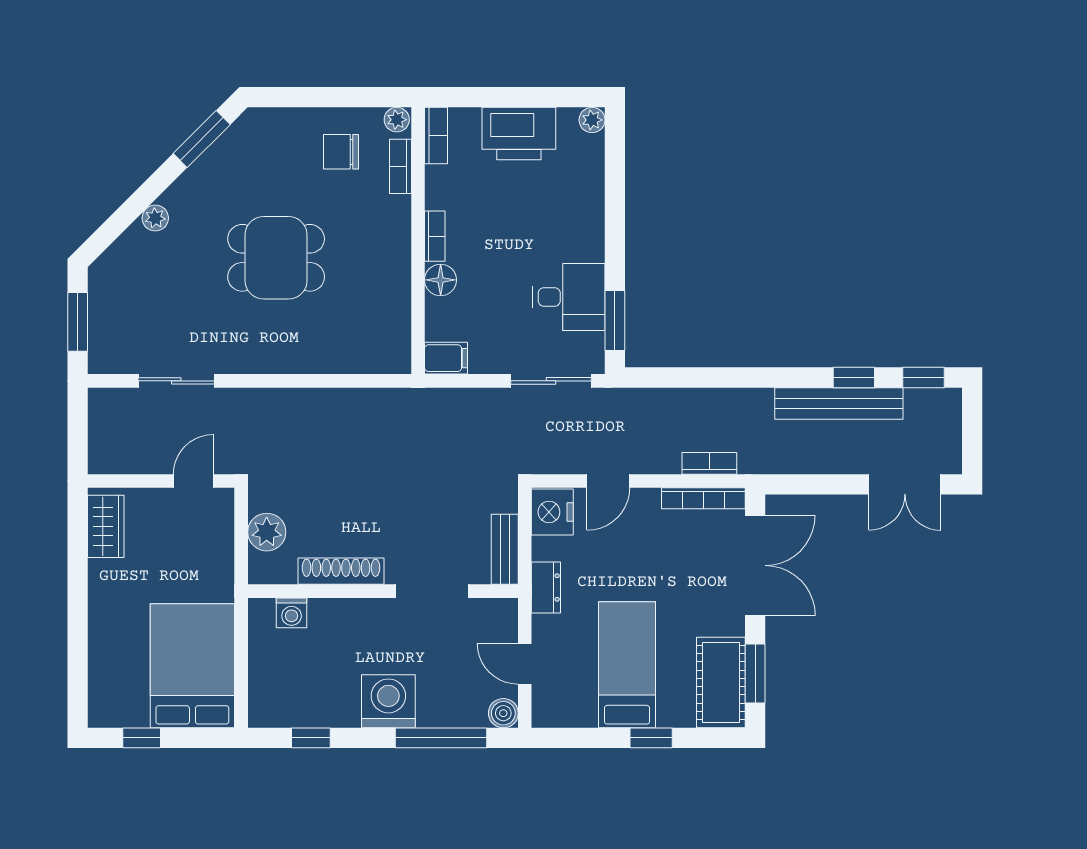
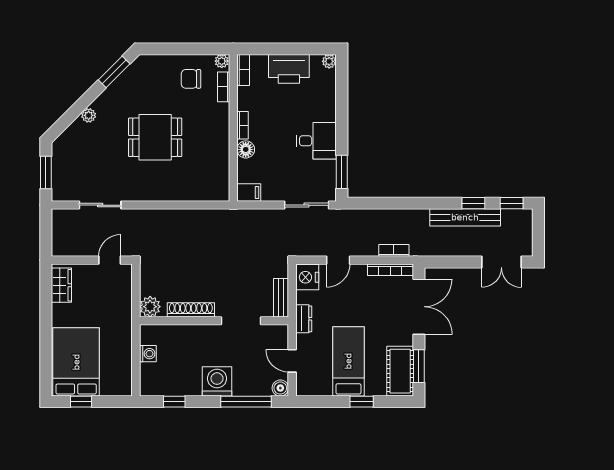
desk: (569, 297) -> (316, 141), moved
plant: (267, 532) -> (150, 307), moved
washing machine: (292, 613) -> (148, 354), moved, turned -90
bed: (192, 666) -> (76, 362), moved

